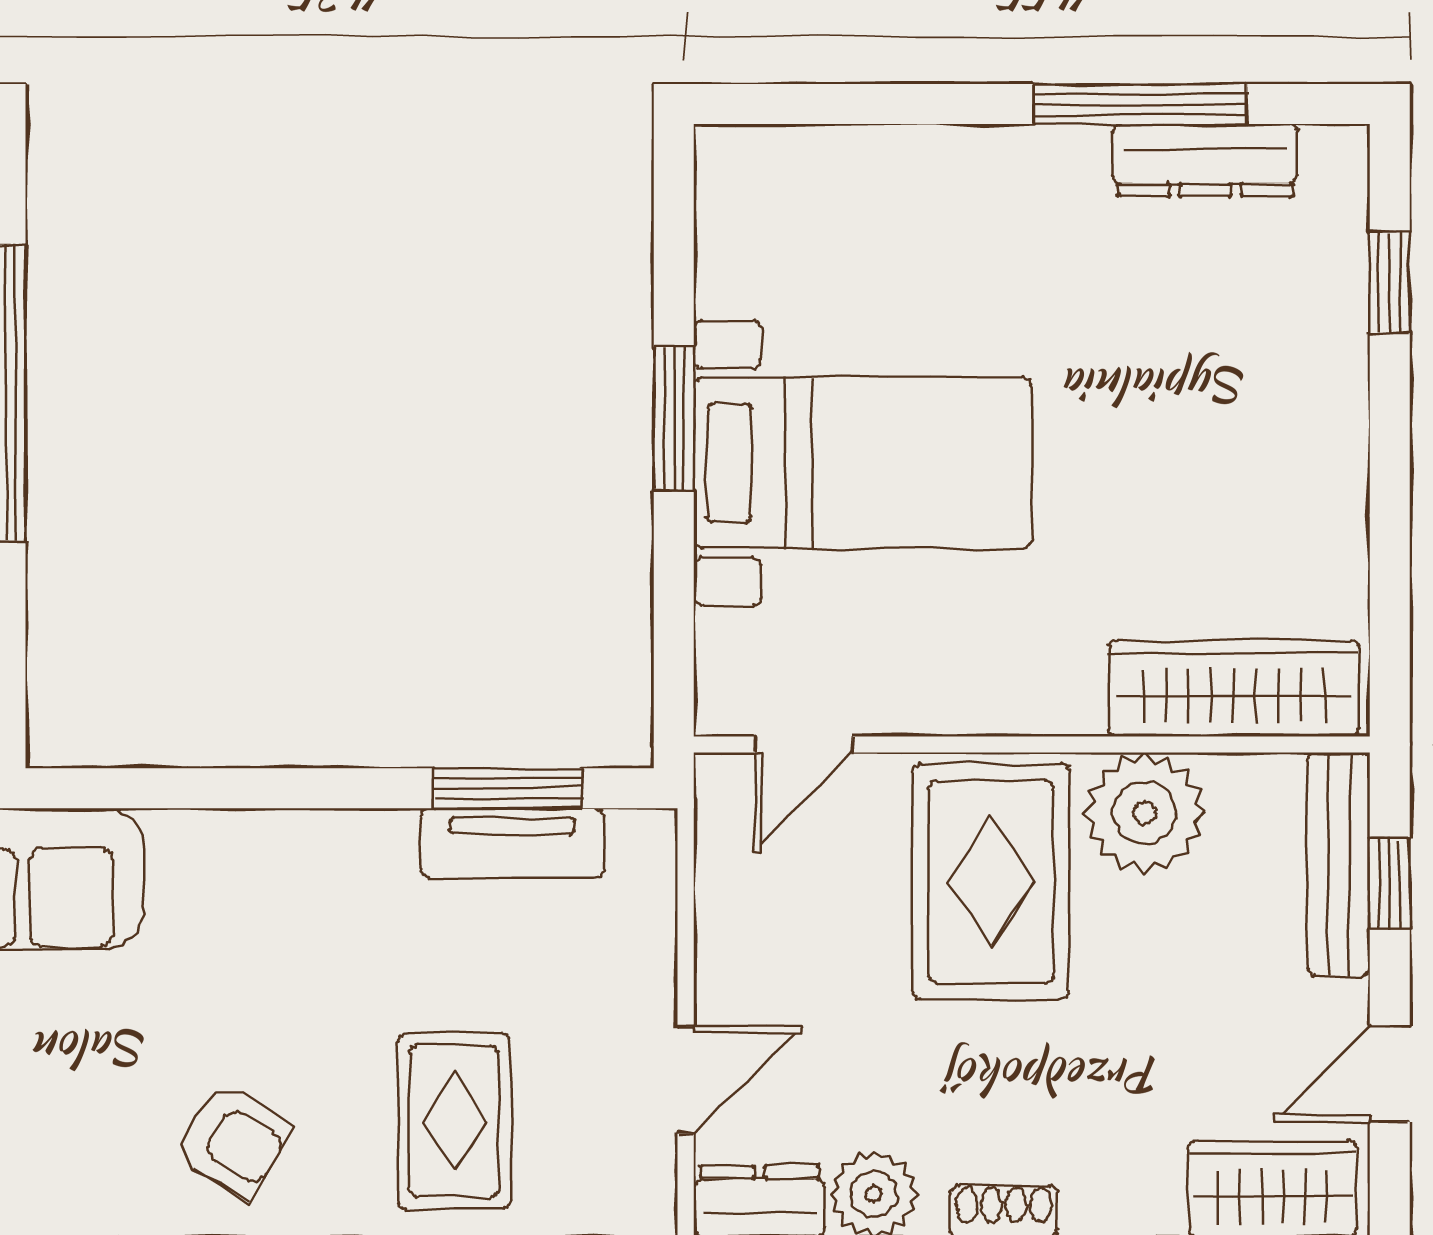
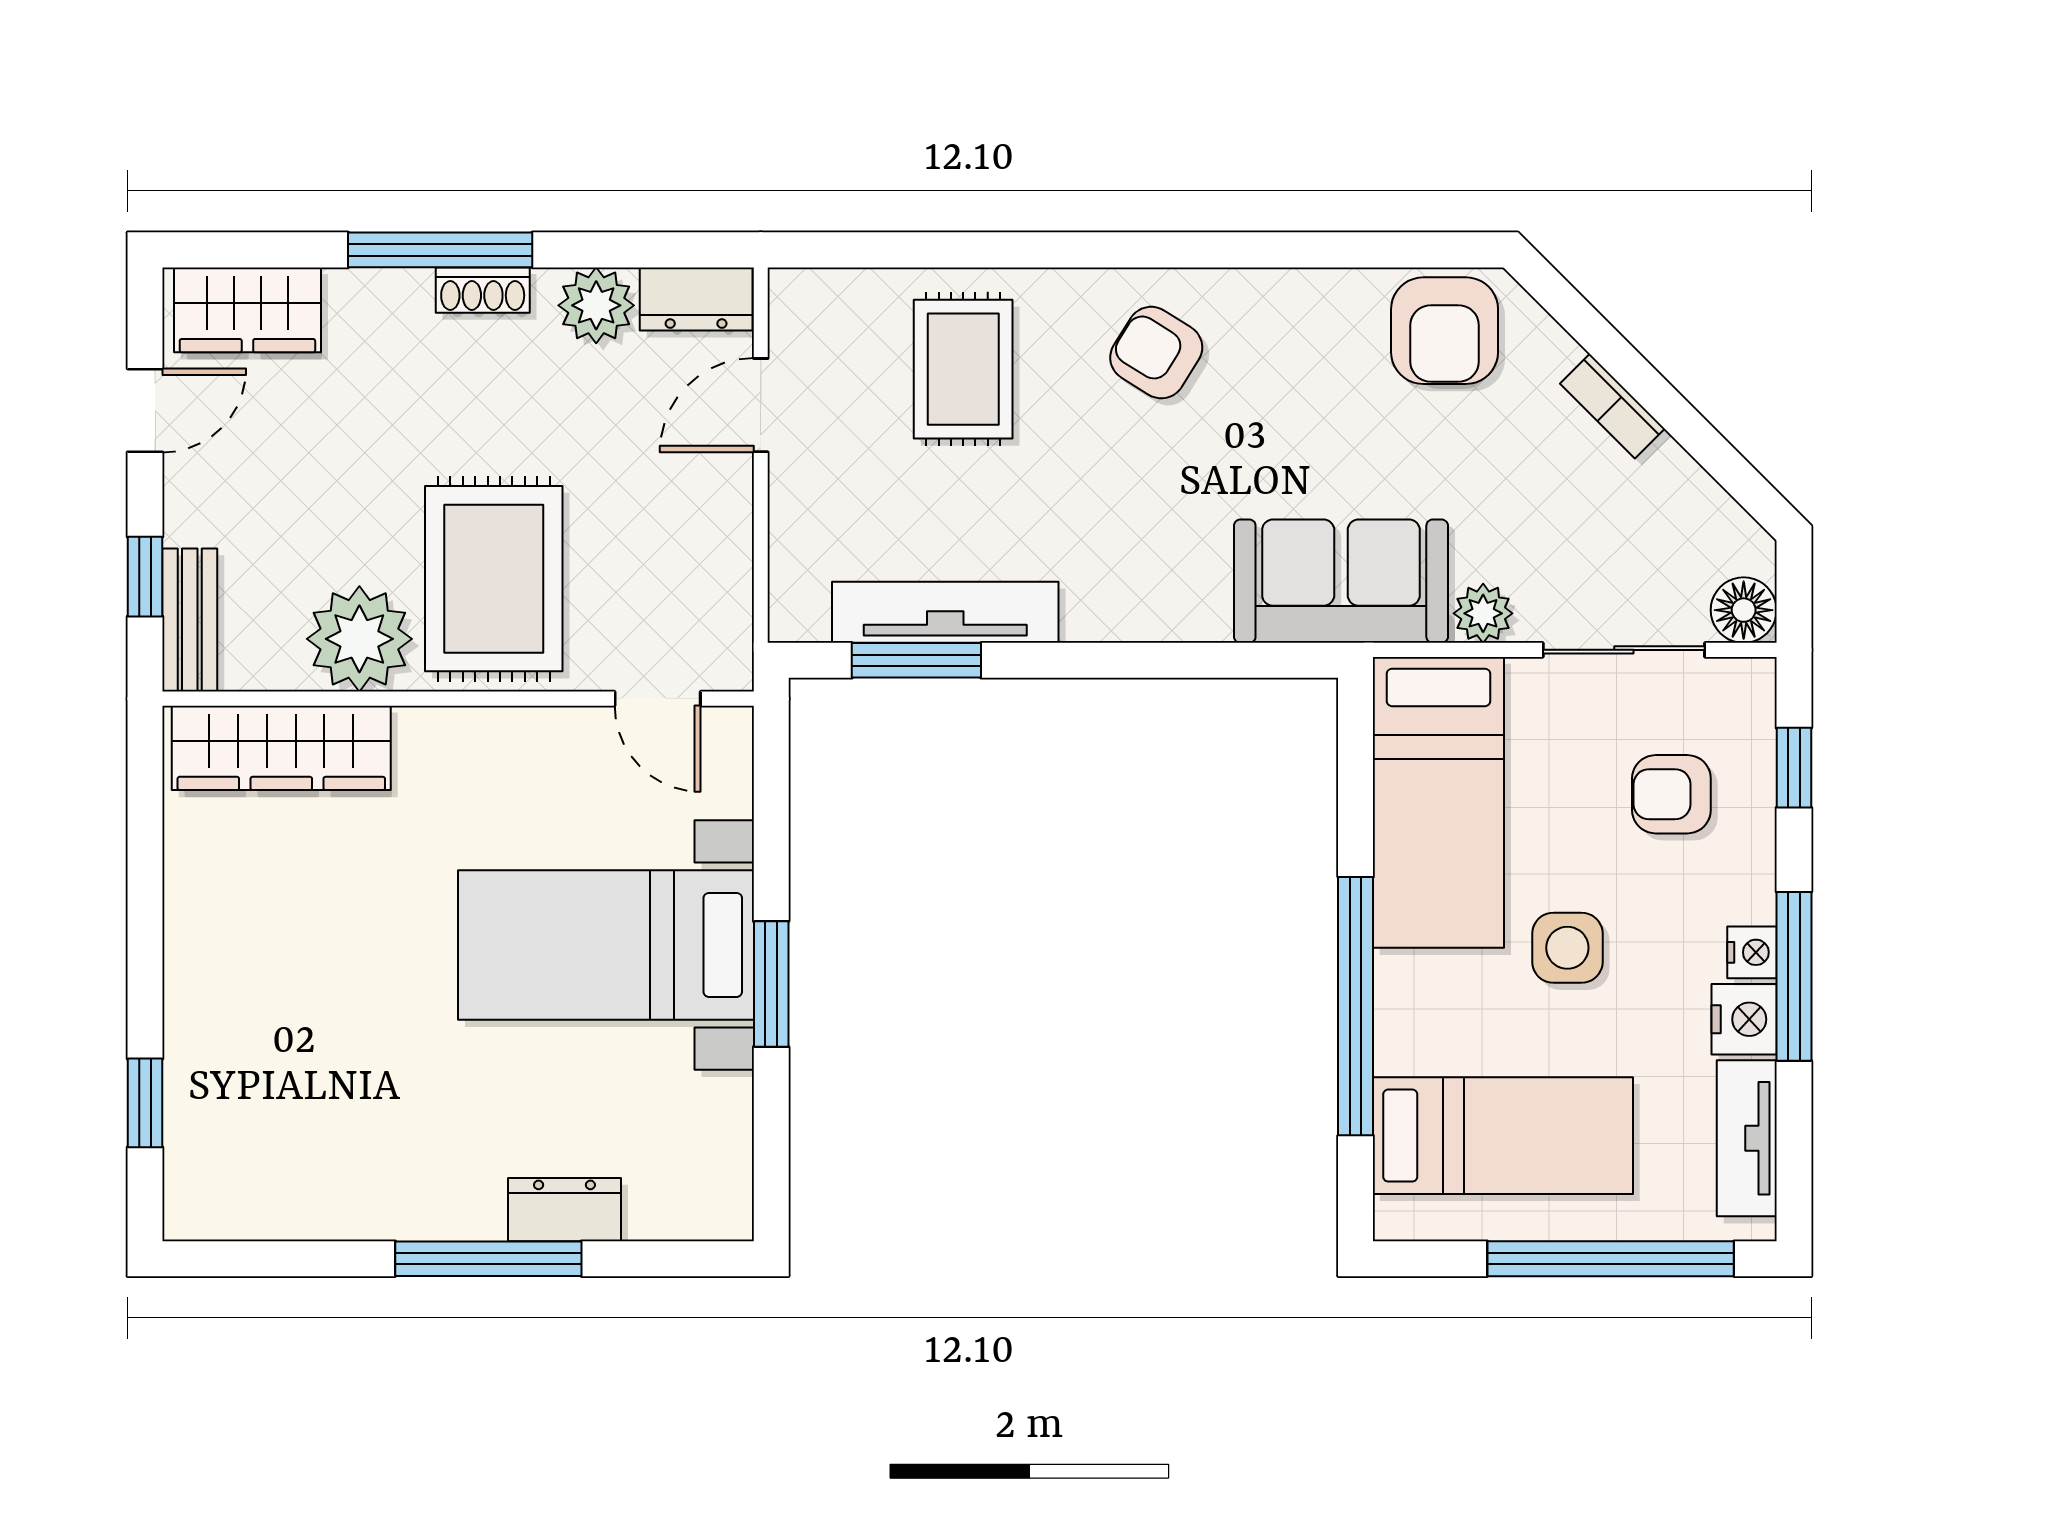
window: (1141, 104) -> (488, 1259), moved
dresser: (1205, 160) -> (564, 1210), moved, width x0.70
door: (804, 744) -> (658, 699), swing flipped
tv unit: (512, 843) -> (945, 612), width x1.41
bench: (1339, 864) -> (190, 620), width x0.73

